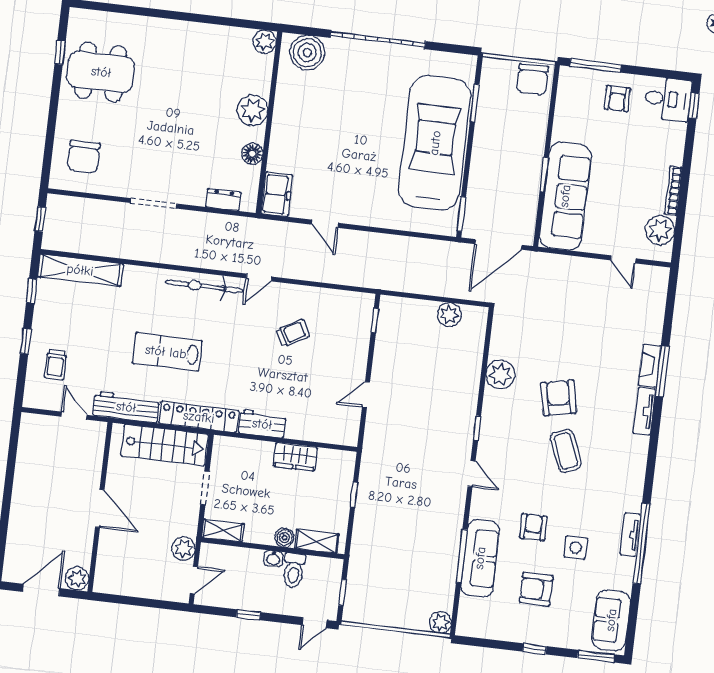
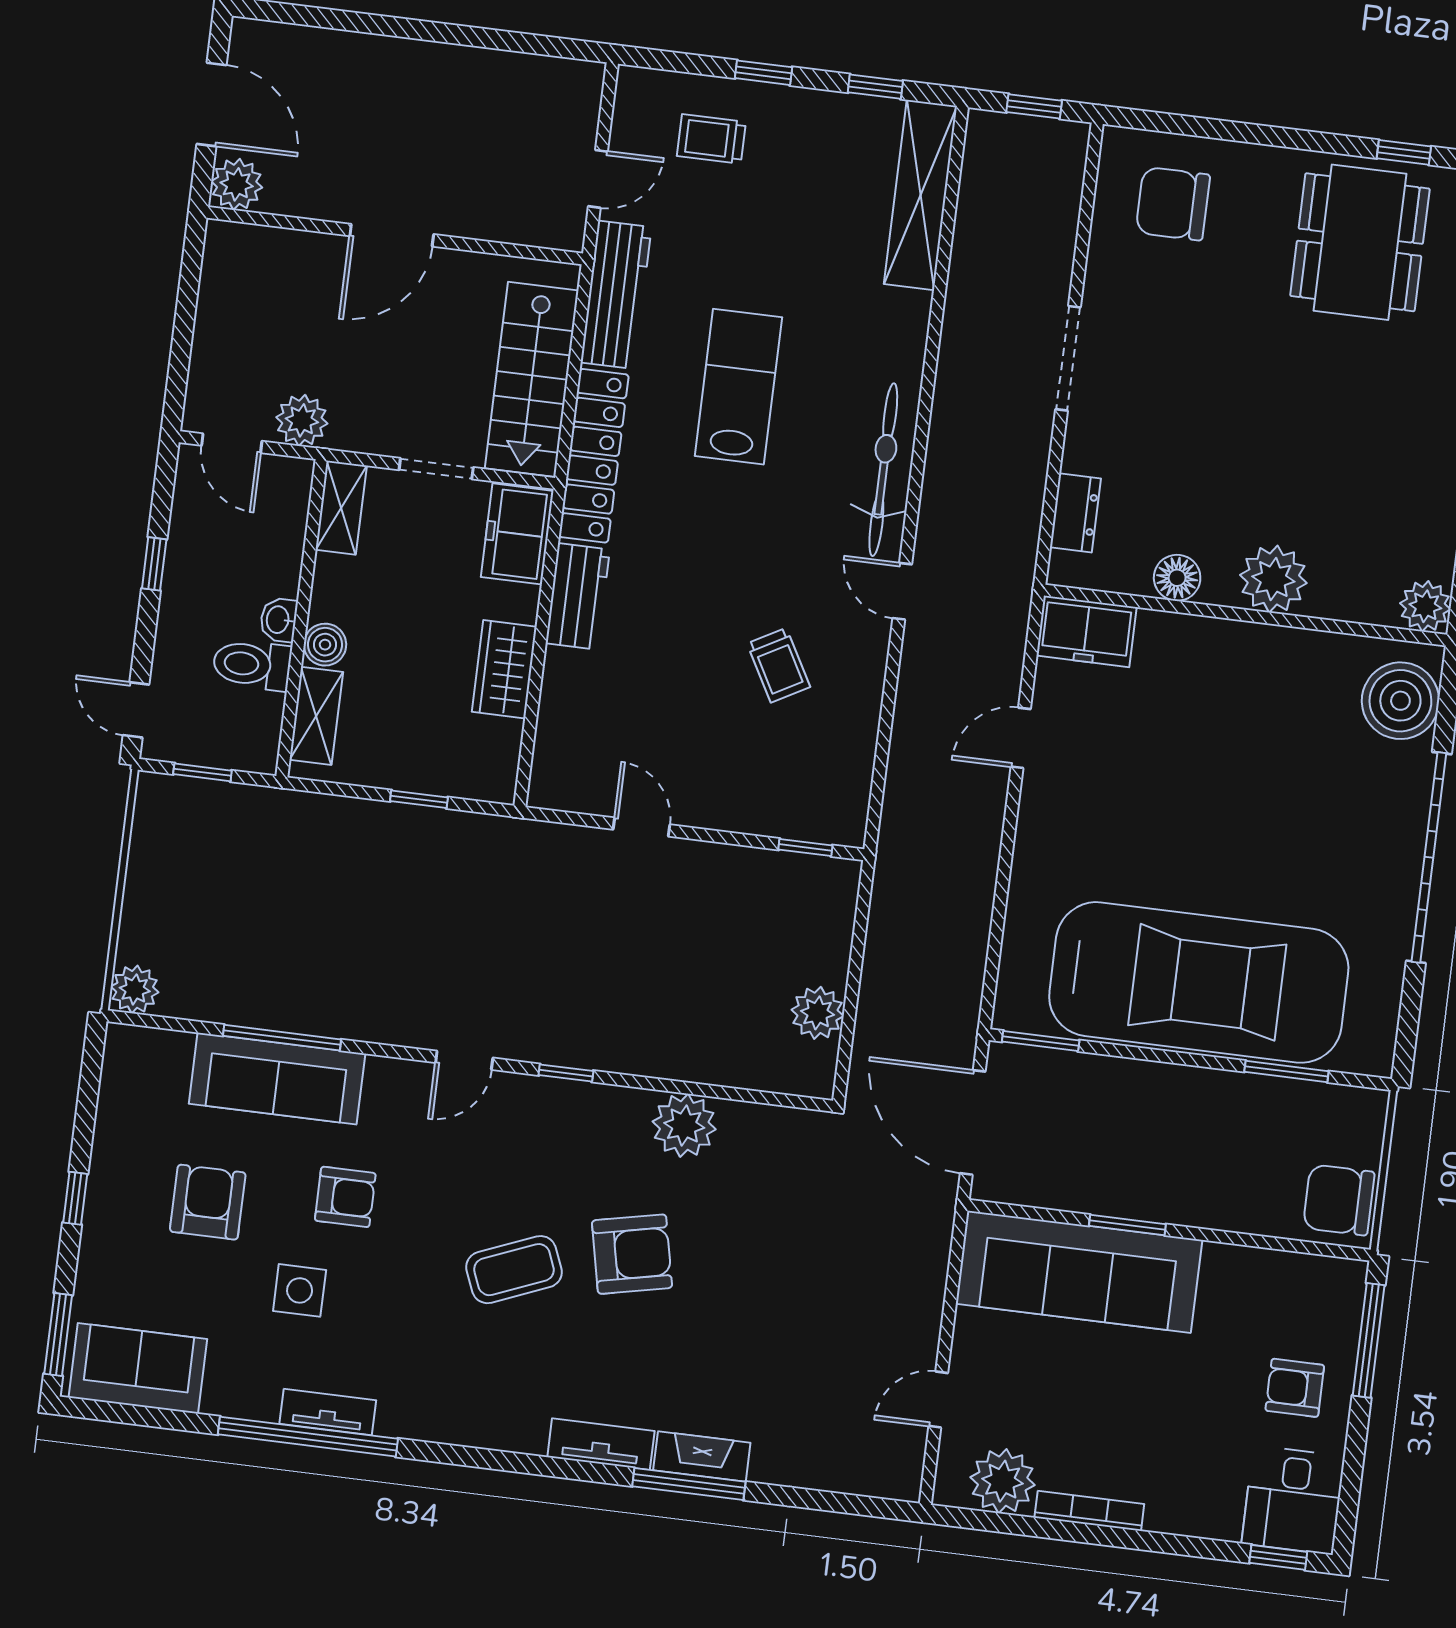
freezer: (234, 451) -> (517, 534), added

